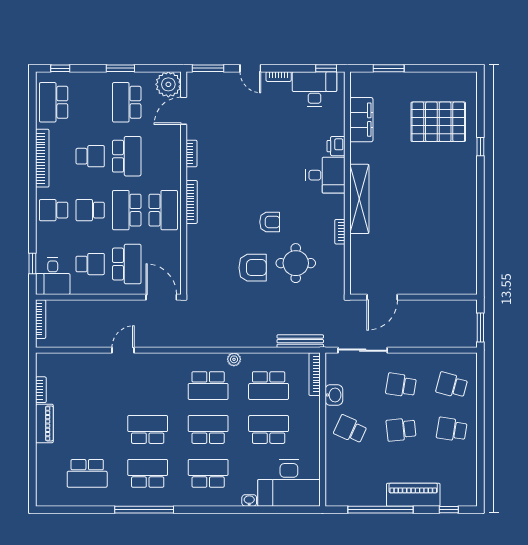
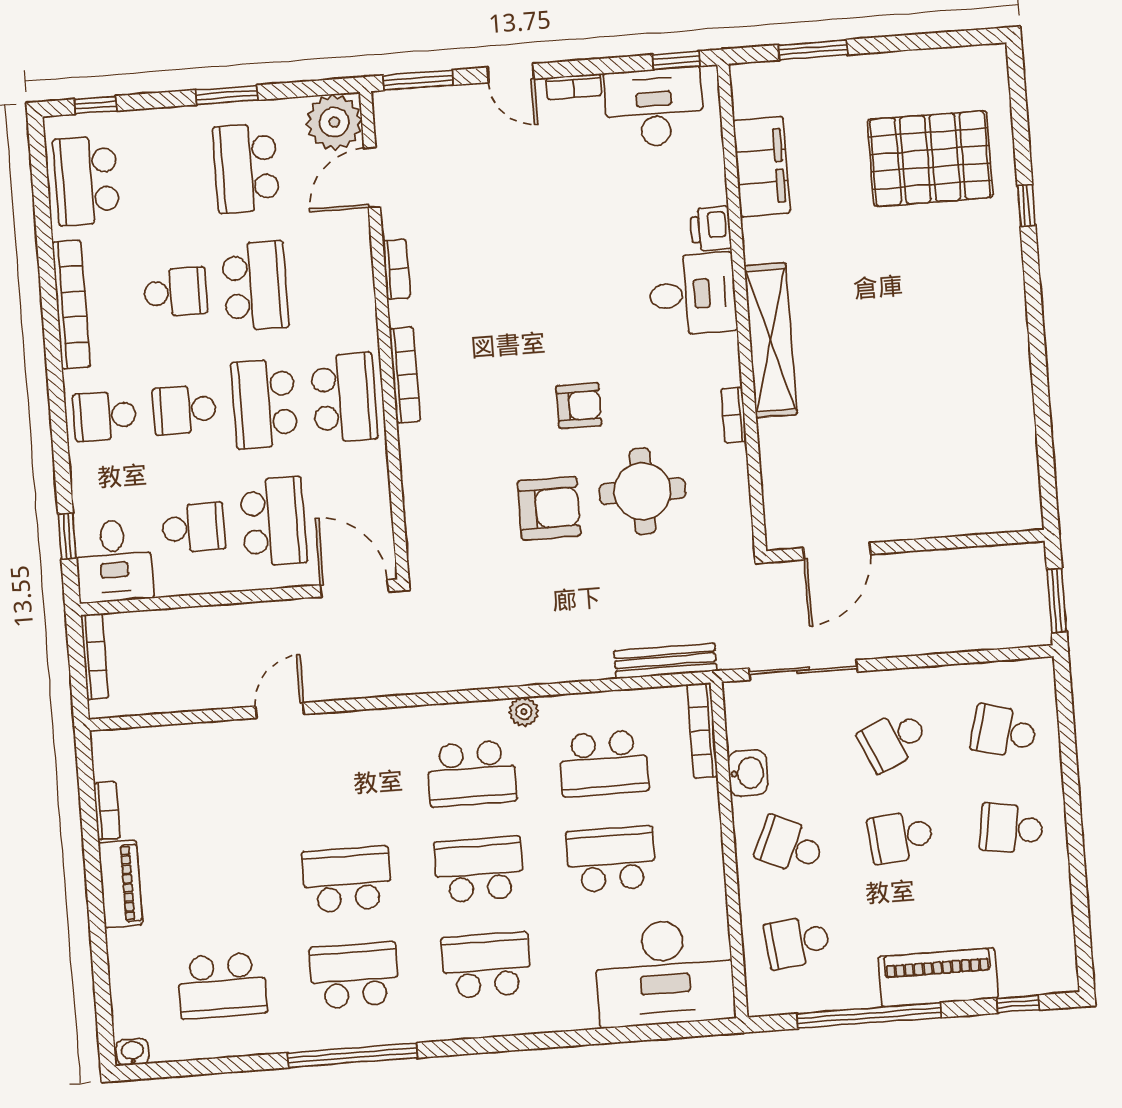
school desk: (401, 385) -> (893, 740), turned -33
school desk: (350, 474) -> (797, 942), added
washbasin: (249, 500) -> (132, 1052), moved

